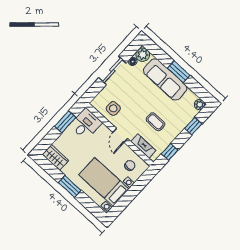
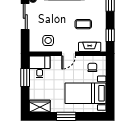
door: (120, 135) -> (69, 54), hinge flipped

